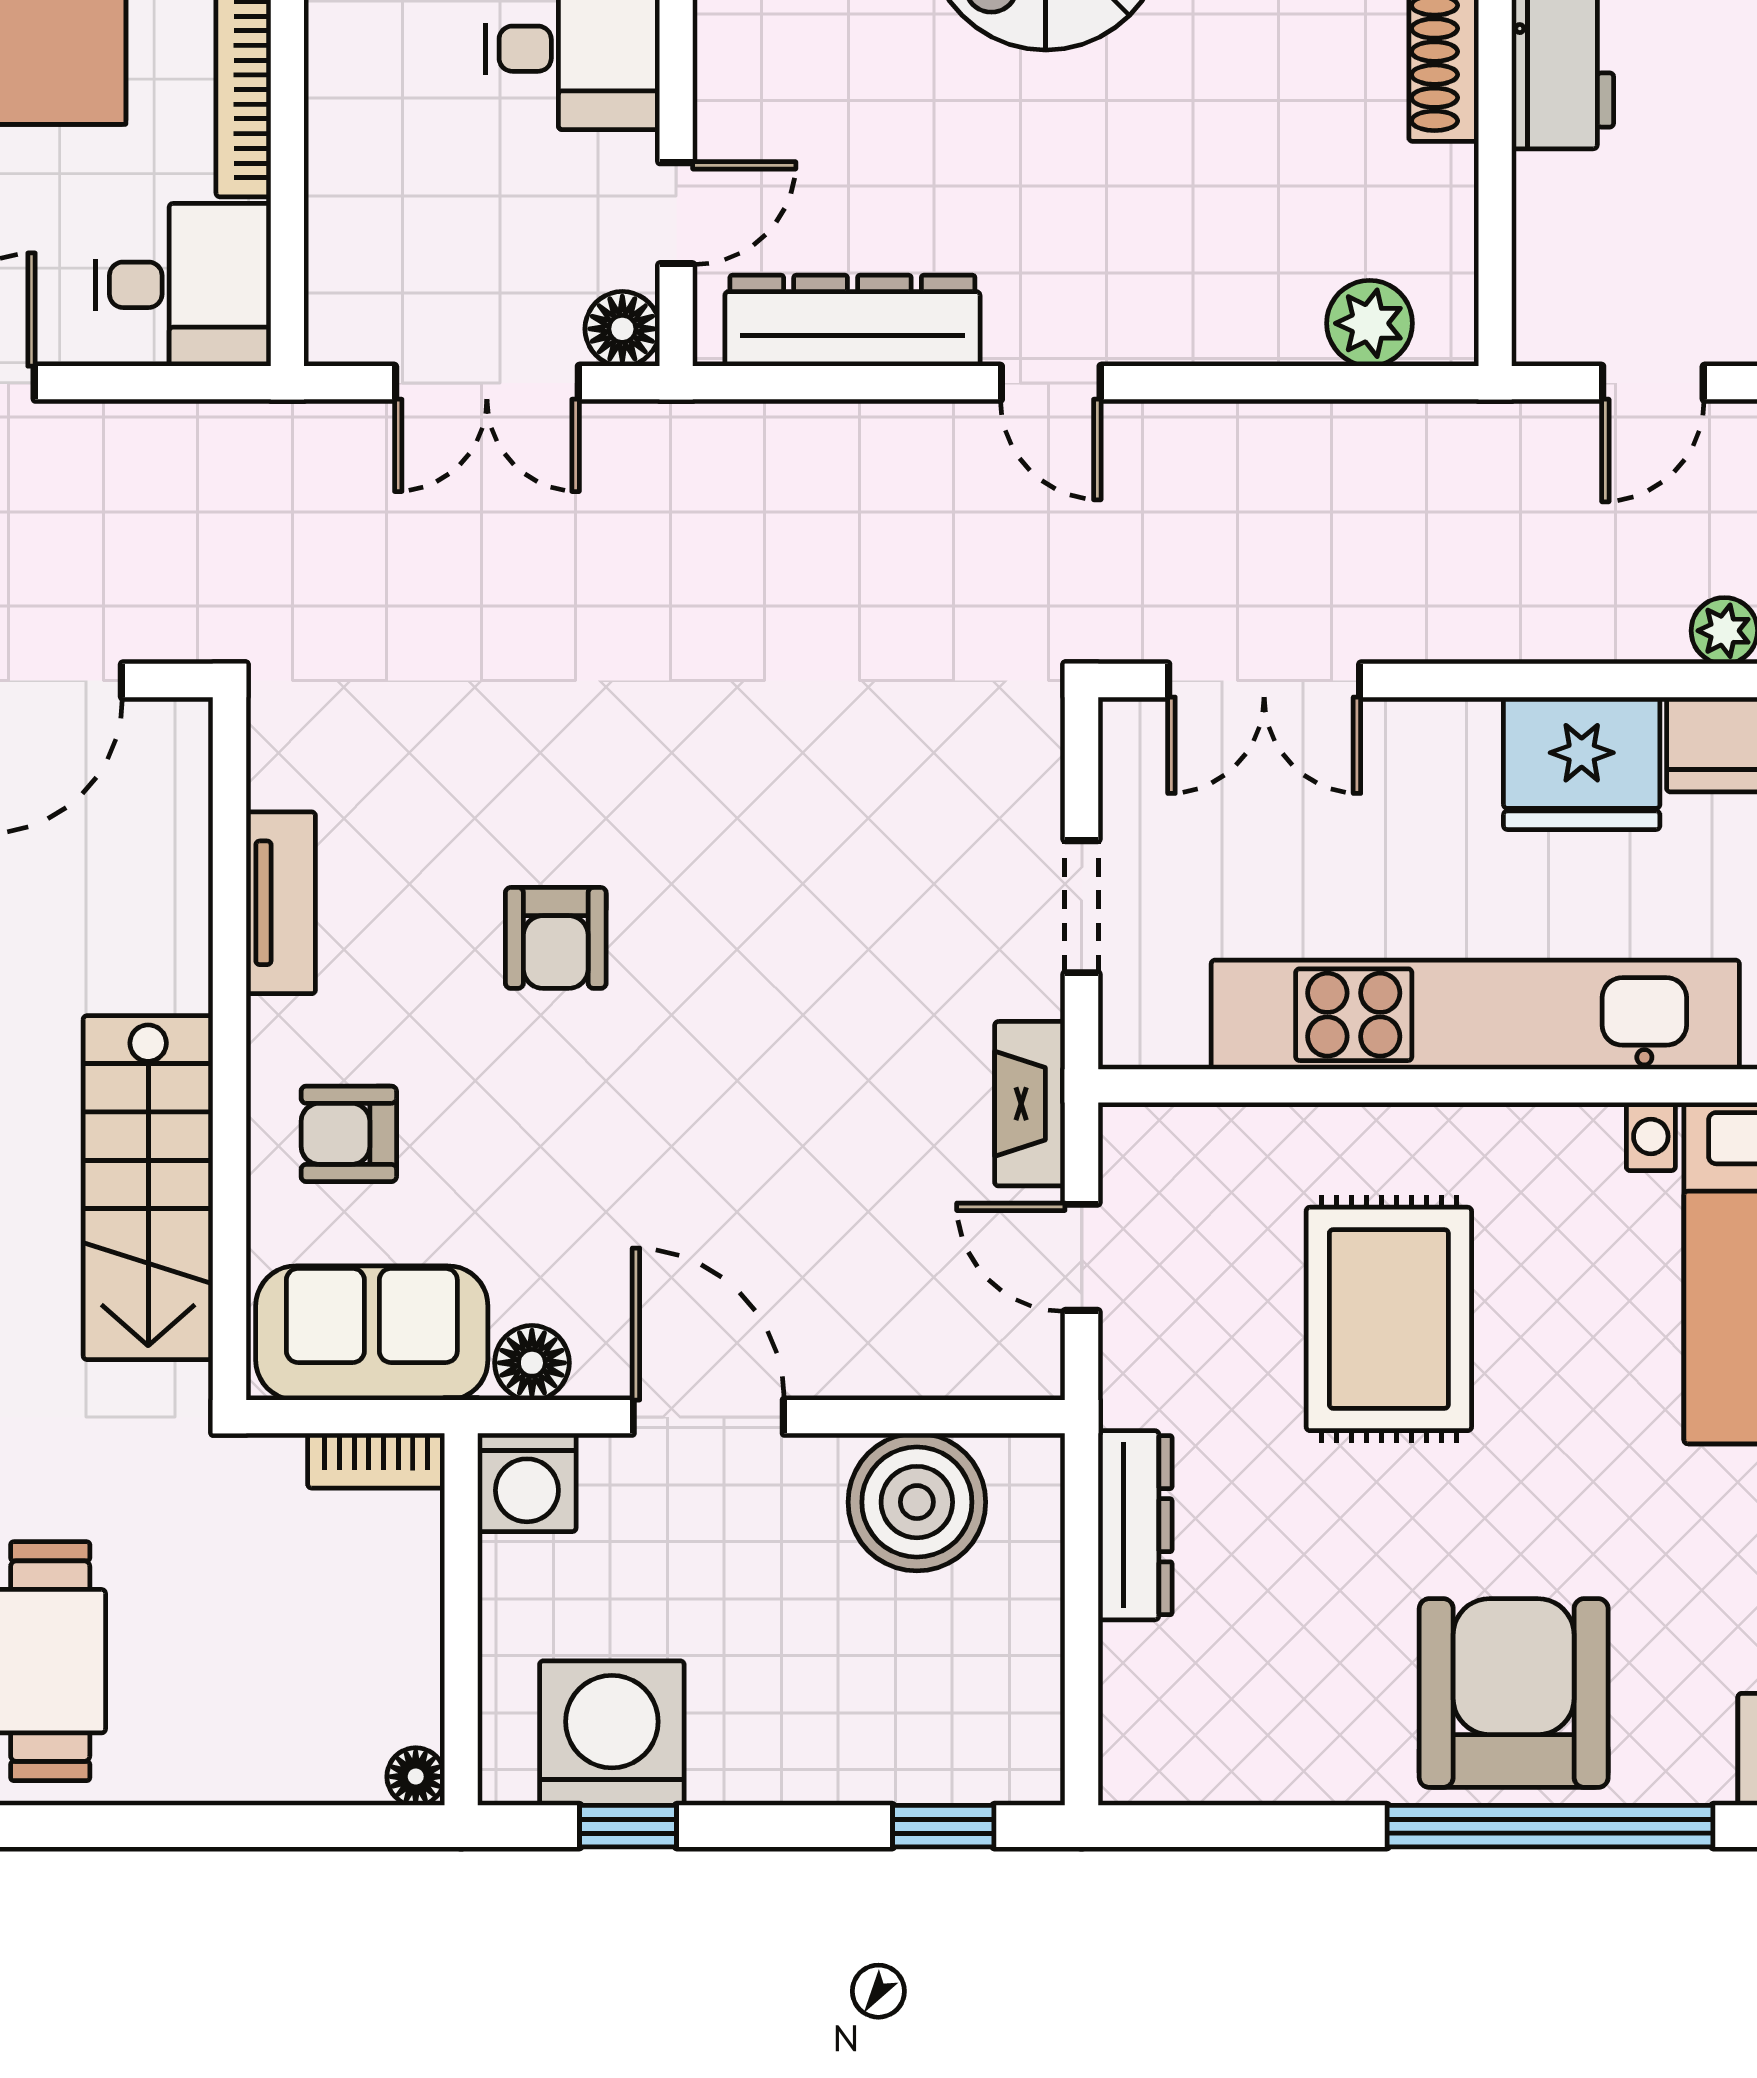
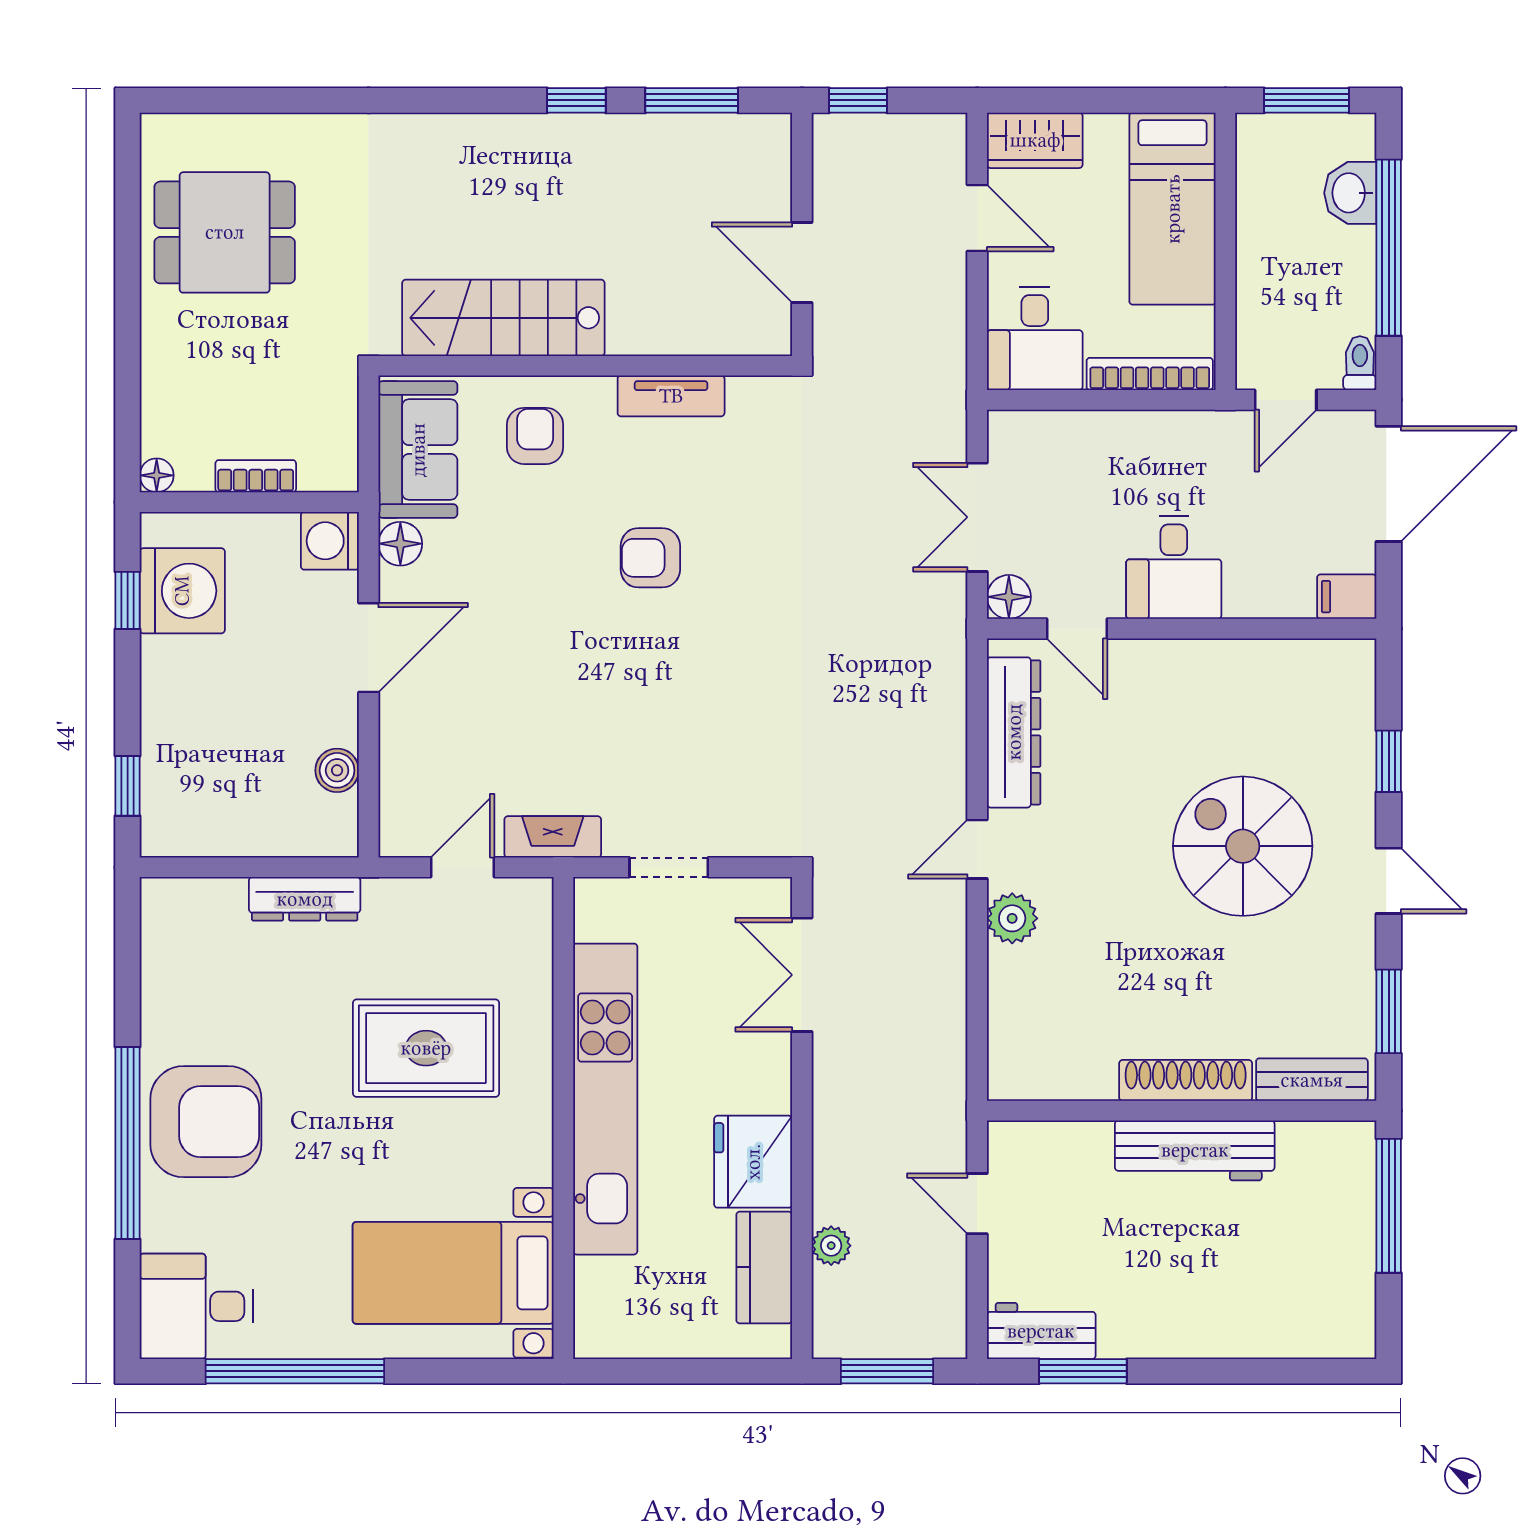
plant: (1370, 323) -> (1012, 918), moved
bookcase: (376, 1461) -> (256, 476), moved, turned 90
boiler: (917, 1502) -> (337, 770), width x0.54, depth x0.54

